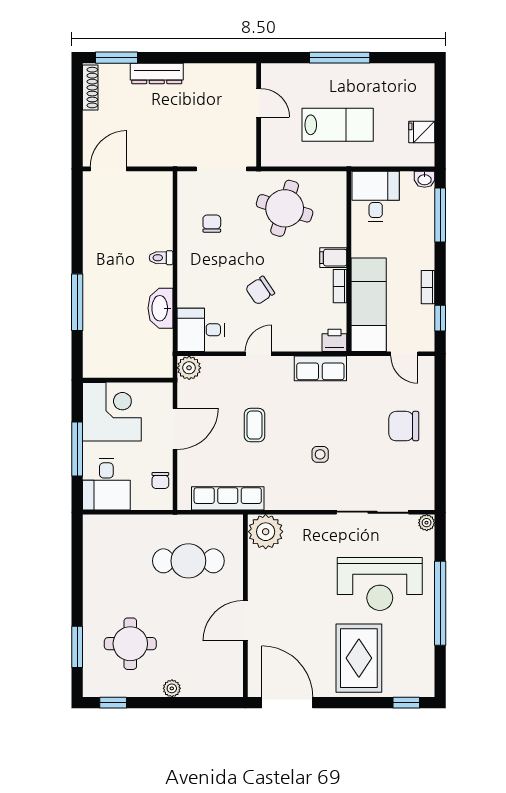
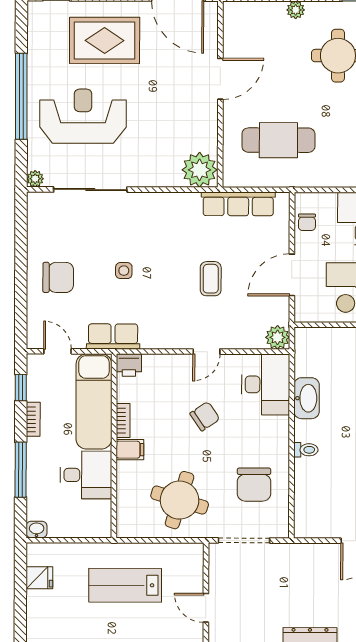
desk: (376, 196) -> (86, 475), moved, turned -90
window: (440, 215) -> (21, 470), moved
chair: (212, 224) -> (254, 485), width x1.87, depth x1.87
desk: (201, 330) -> (266, 384), width x1.37
row of seats: (320, 368) -> (113, 336), moved
side table: (320, 454) -> (124, 271), moved
chair: (160, 480) -> (307, 222), turned 180
rug: (359, 658) -> (105, 40), turned 90

